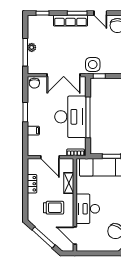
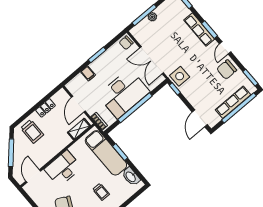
shelving: (69, 183) -> (79, 129), moved
trolley: (54, 208) -> (32, 131), moved

